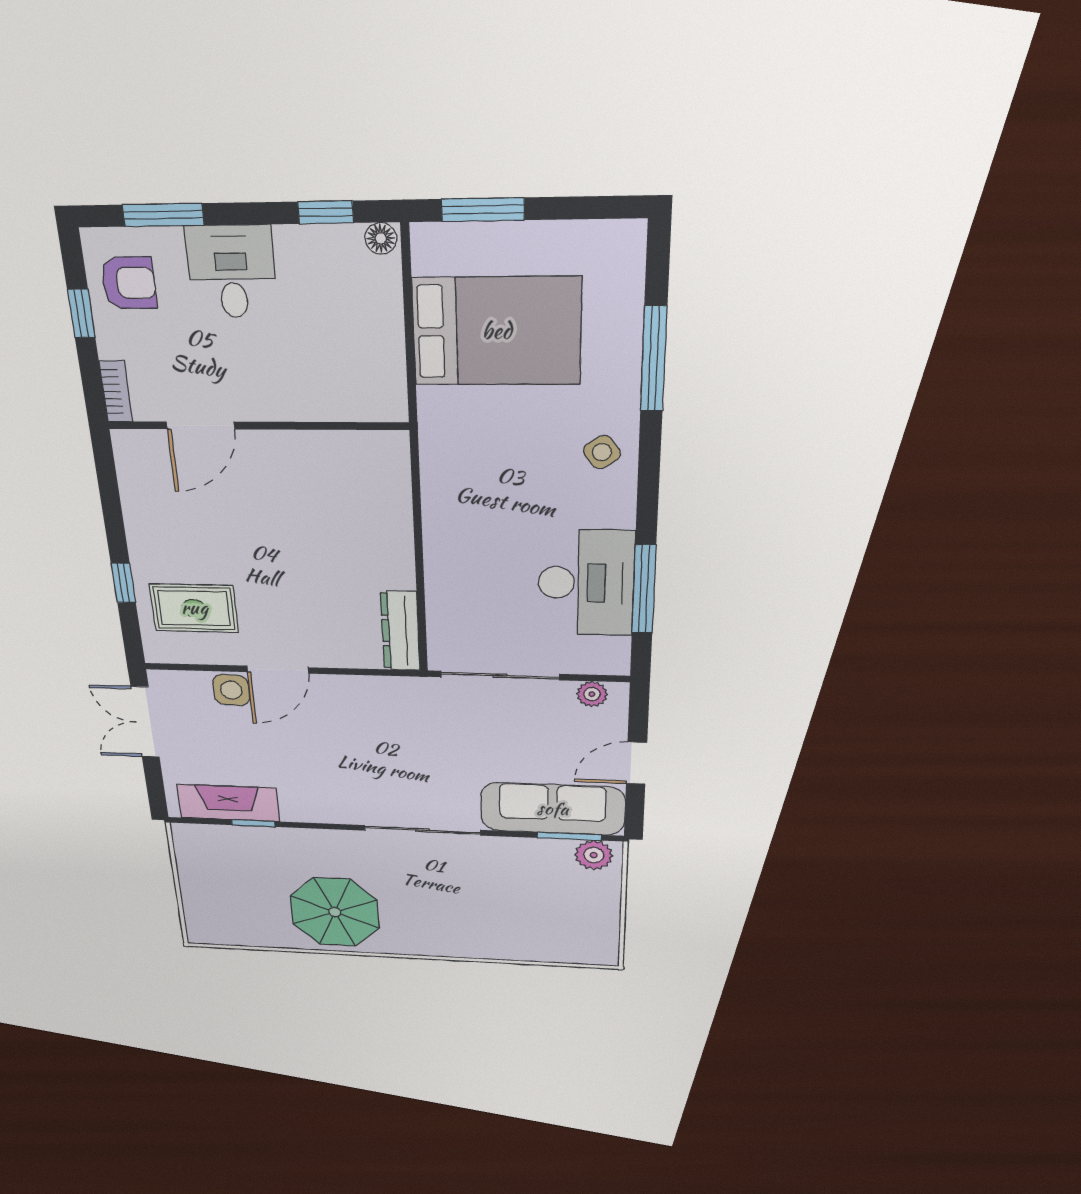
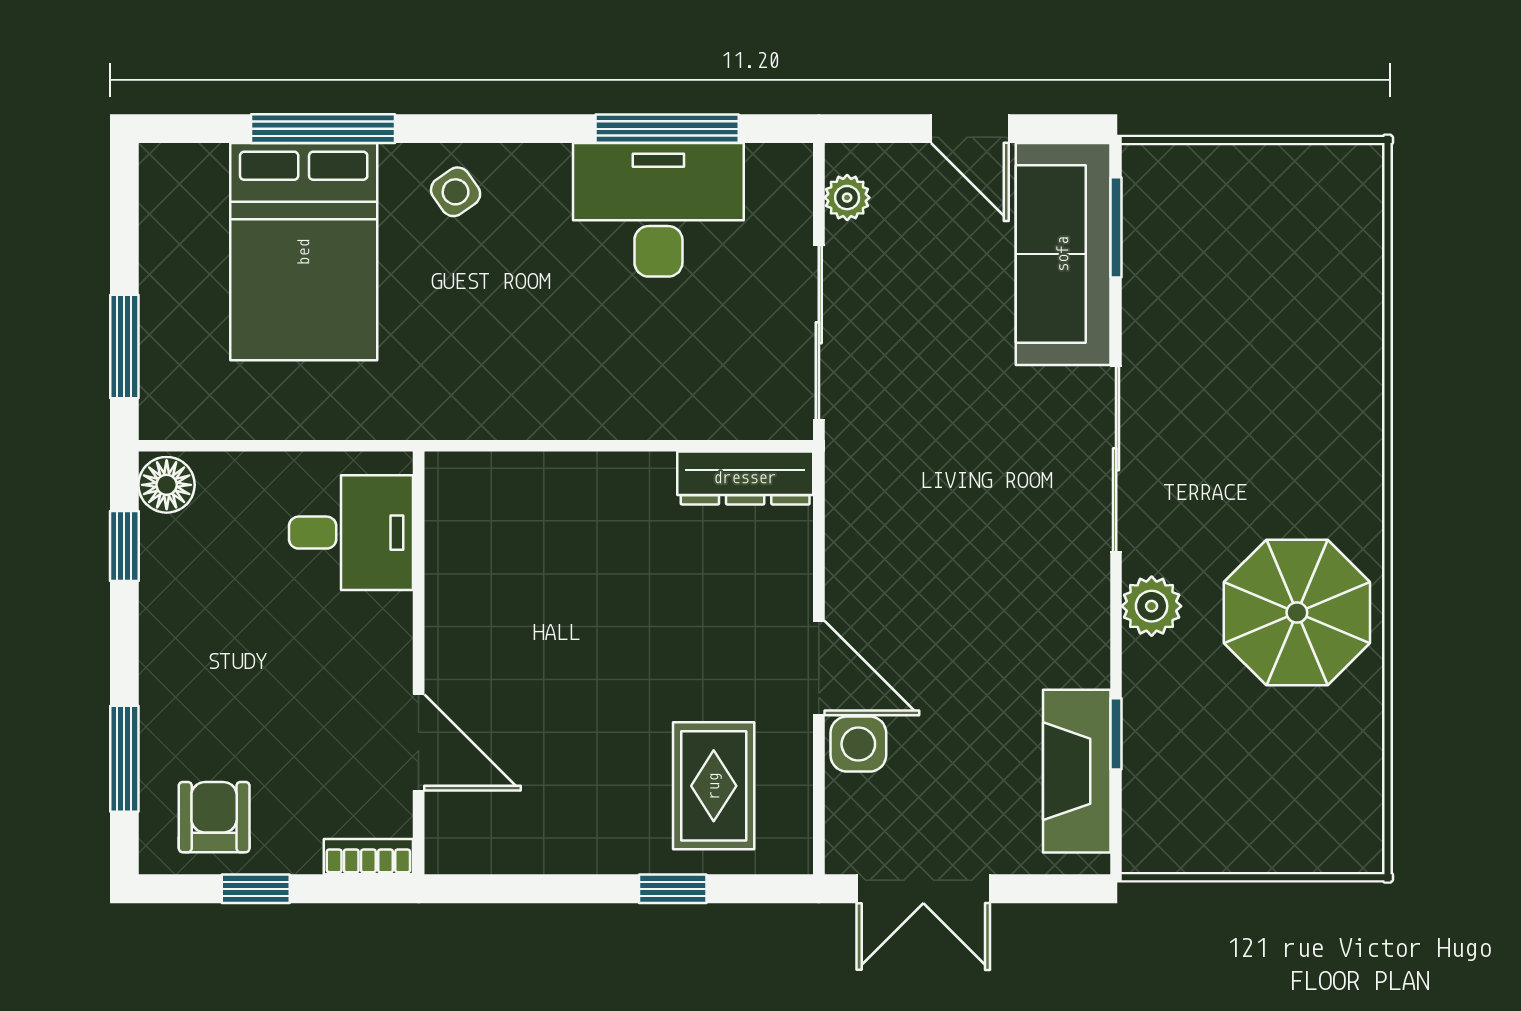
floor lamp: (381, 238) -> (167, 485), width x1.37, depth x1.37
desk: (232, 272) -> (351, 533), moved, turned 180
bed: (497, 331) -> (304, 252), moved, turned 180
plant: (594, 855) -> (1152, 606), moved

